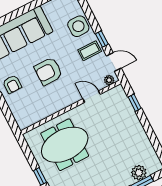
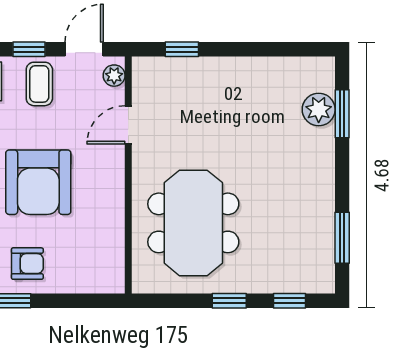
armchair: (48, 71) -> (38, 182), width x1.36, depth x1.36

